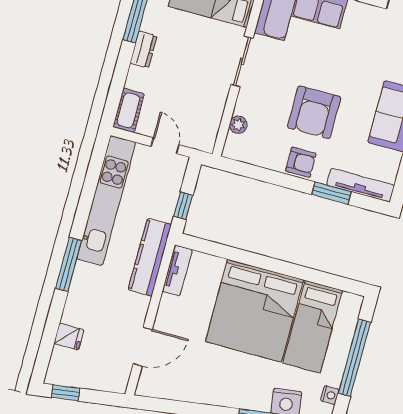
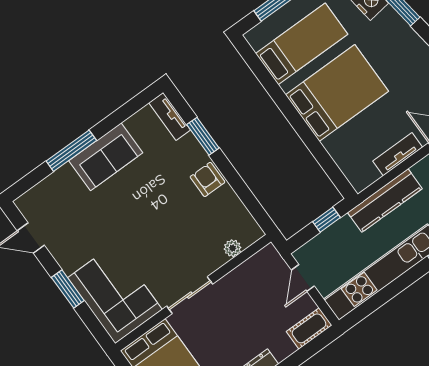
armchair: (314, 112) -> (166, 210), removed
tv unit: (361, 185) -> (170, 116), width x0.71
tv unit: (177, 270) -> (398, 154), moved
bed: (254, 311) -> (337, 93), width x0.73

